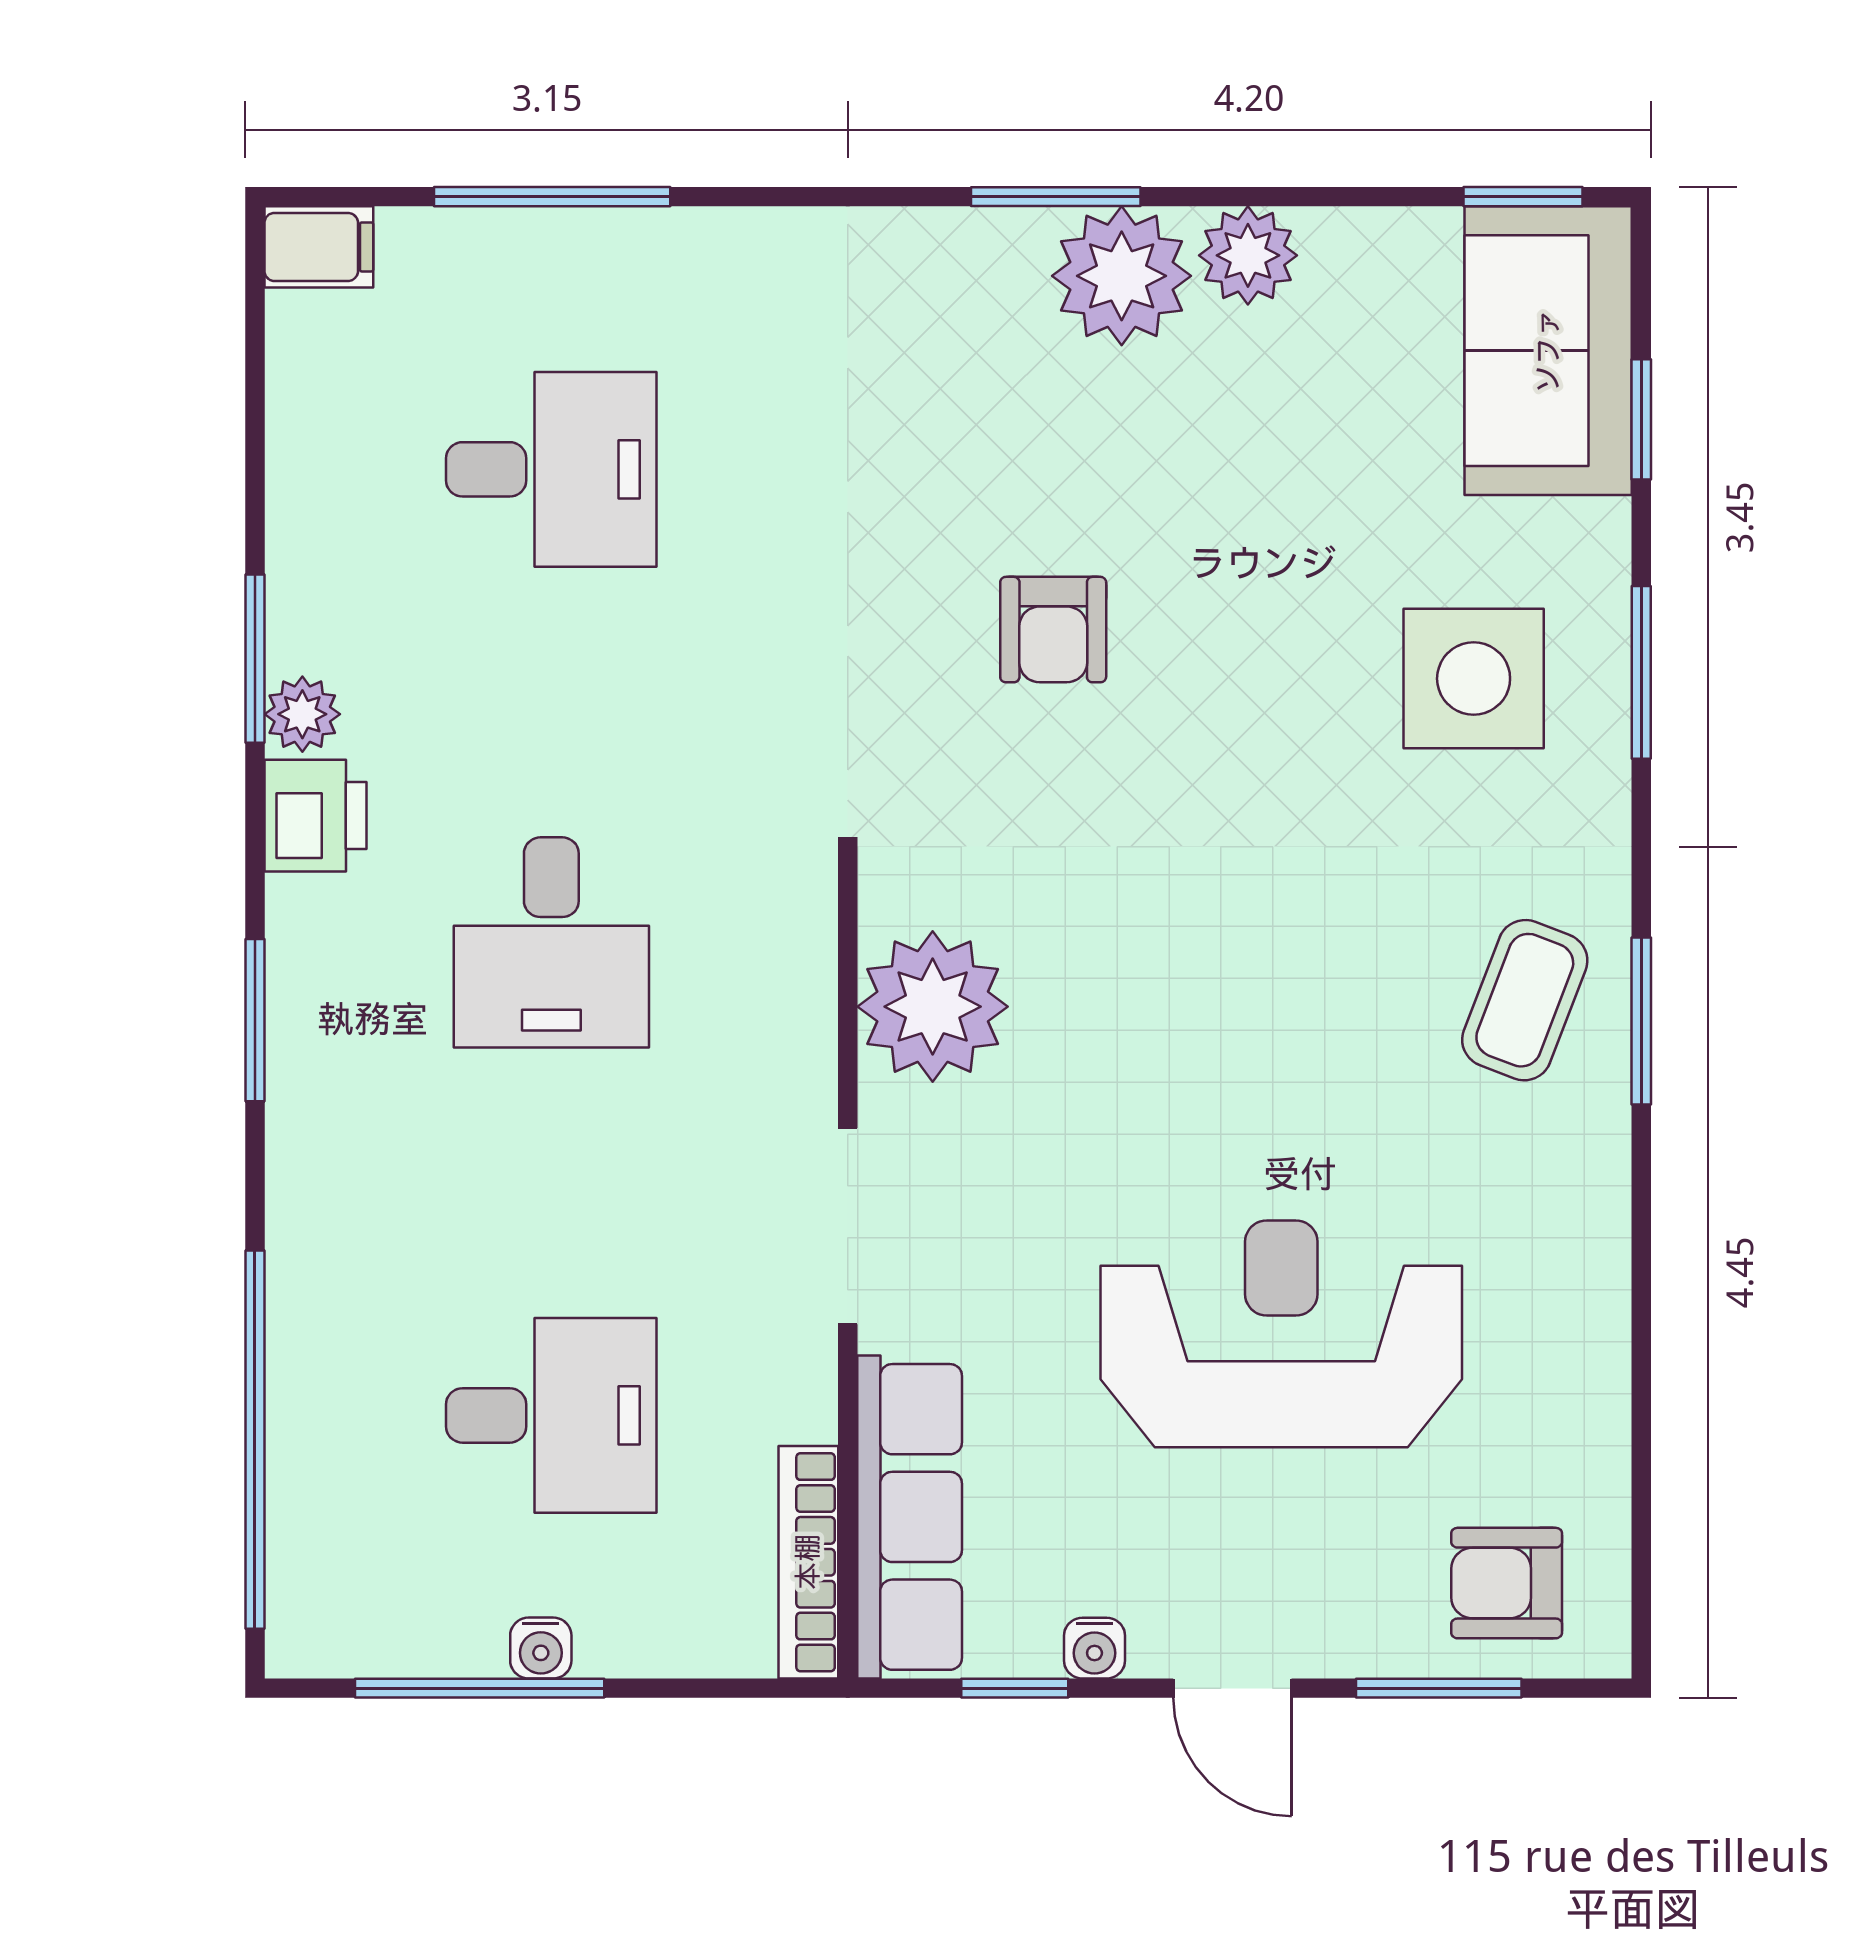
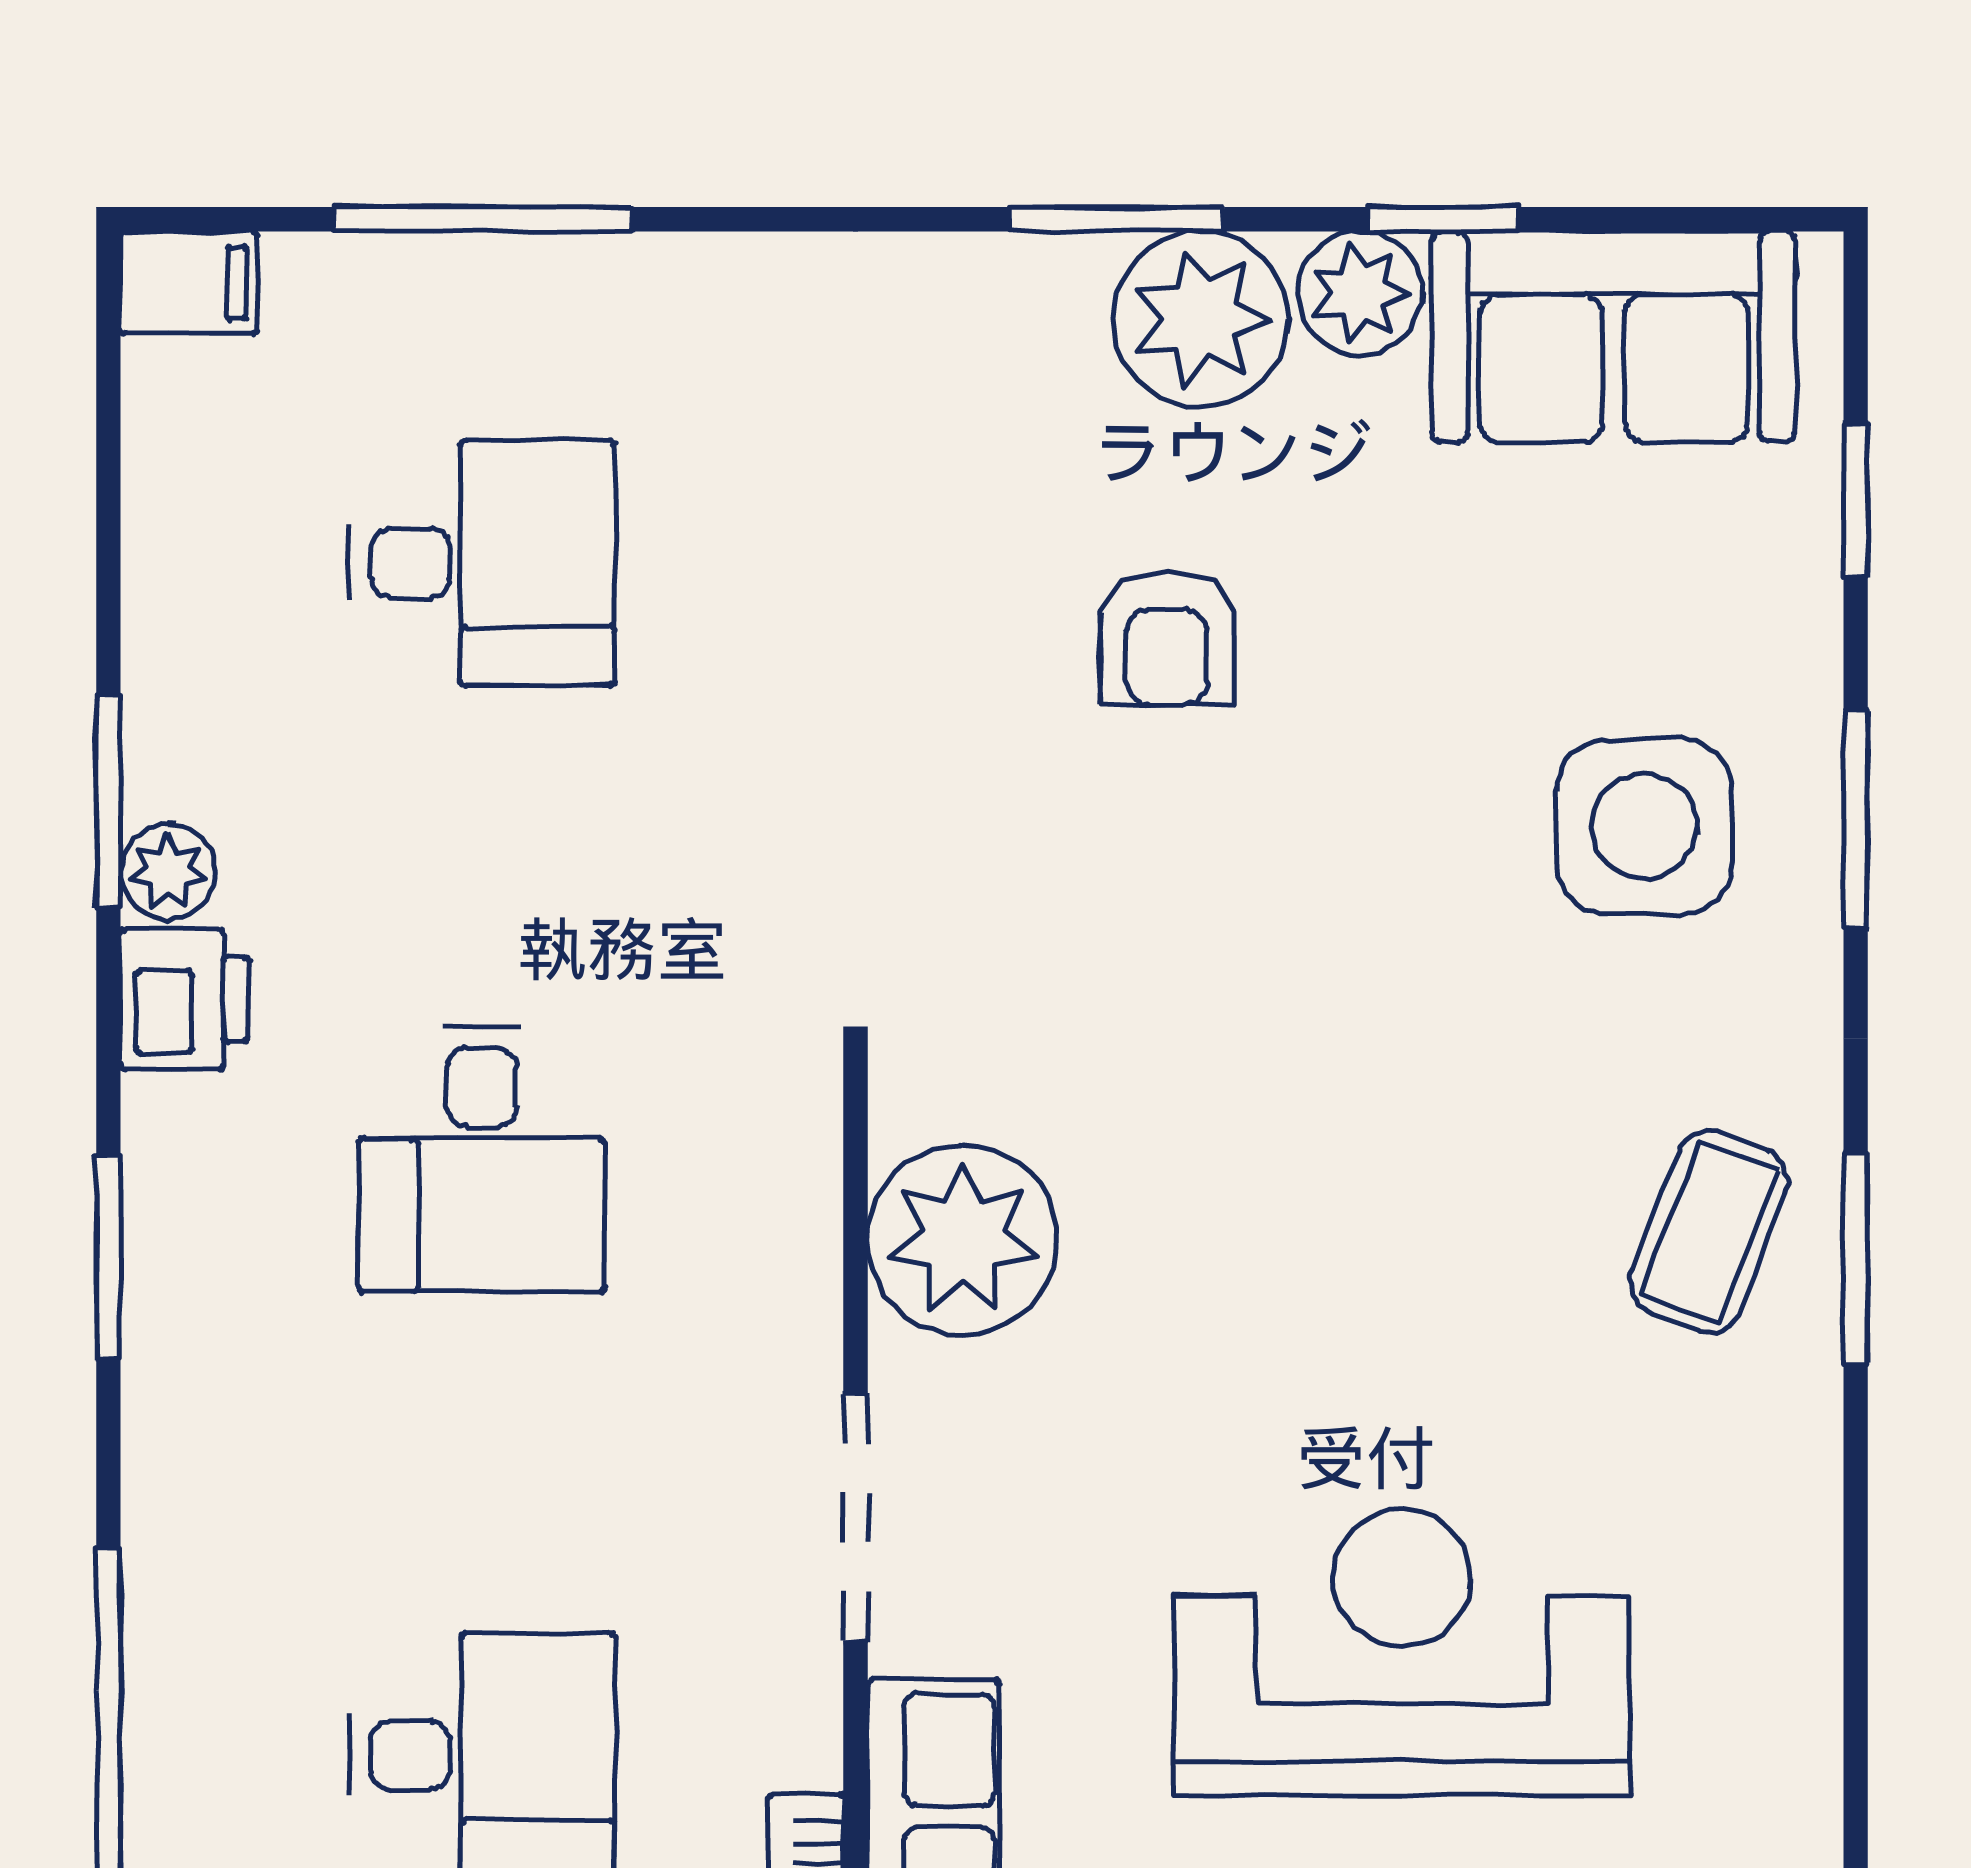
window: (1523, 197) -> (1443, 219), moved
sofa: (1548, 351) -> (1614, 337), moved, turned -90
armchair: (1053, 630) -> (1167, 638), moved

